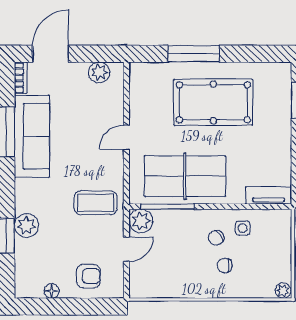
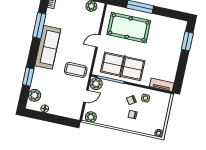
pool table: (213, 102) -> (129, 28), moved
sofa: (32, 136) -> (48, 47), moved
plant: (26, 225) -> (35, 95), moved
armchair: (88, 276) -> (64, 105), removed
plant: (145, 288) -> (91, 117), added

